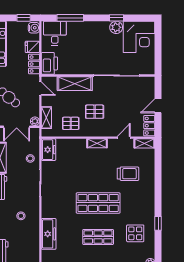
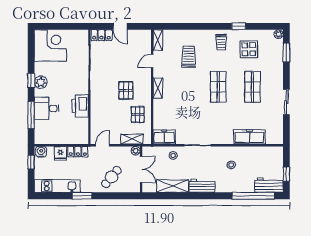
window: (116, 18) -> (31, 80), moved
plant: (116, 27) -> (41, 82), moved
desk: (55, 33) -> (47, 108), moved
printer: (49, 63) -> (80, 106), moved, turned -90
shelving: (75, 84) -> (98, 110), removed
locker: (149, 126) -> (101, 35), moved
door: (124, 138) -> (152, 61), hinge flipped
shop shelf: (98, 203) -> (218, 87), width x0.70, depth x0.74
trolley: (142, 206) -> (221, 42), added

